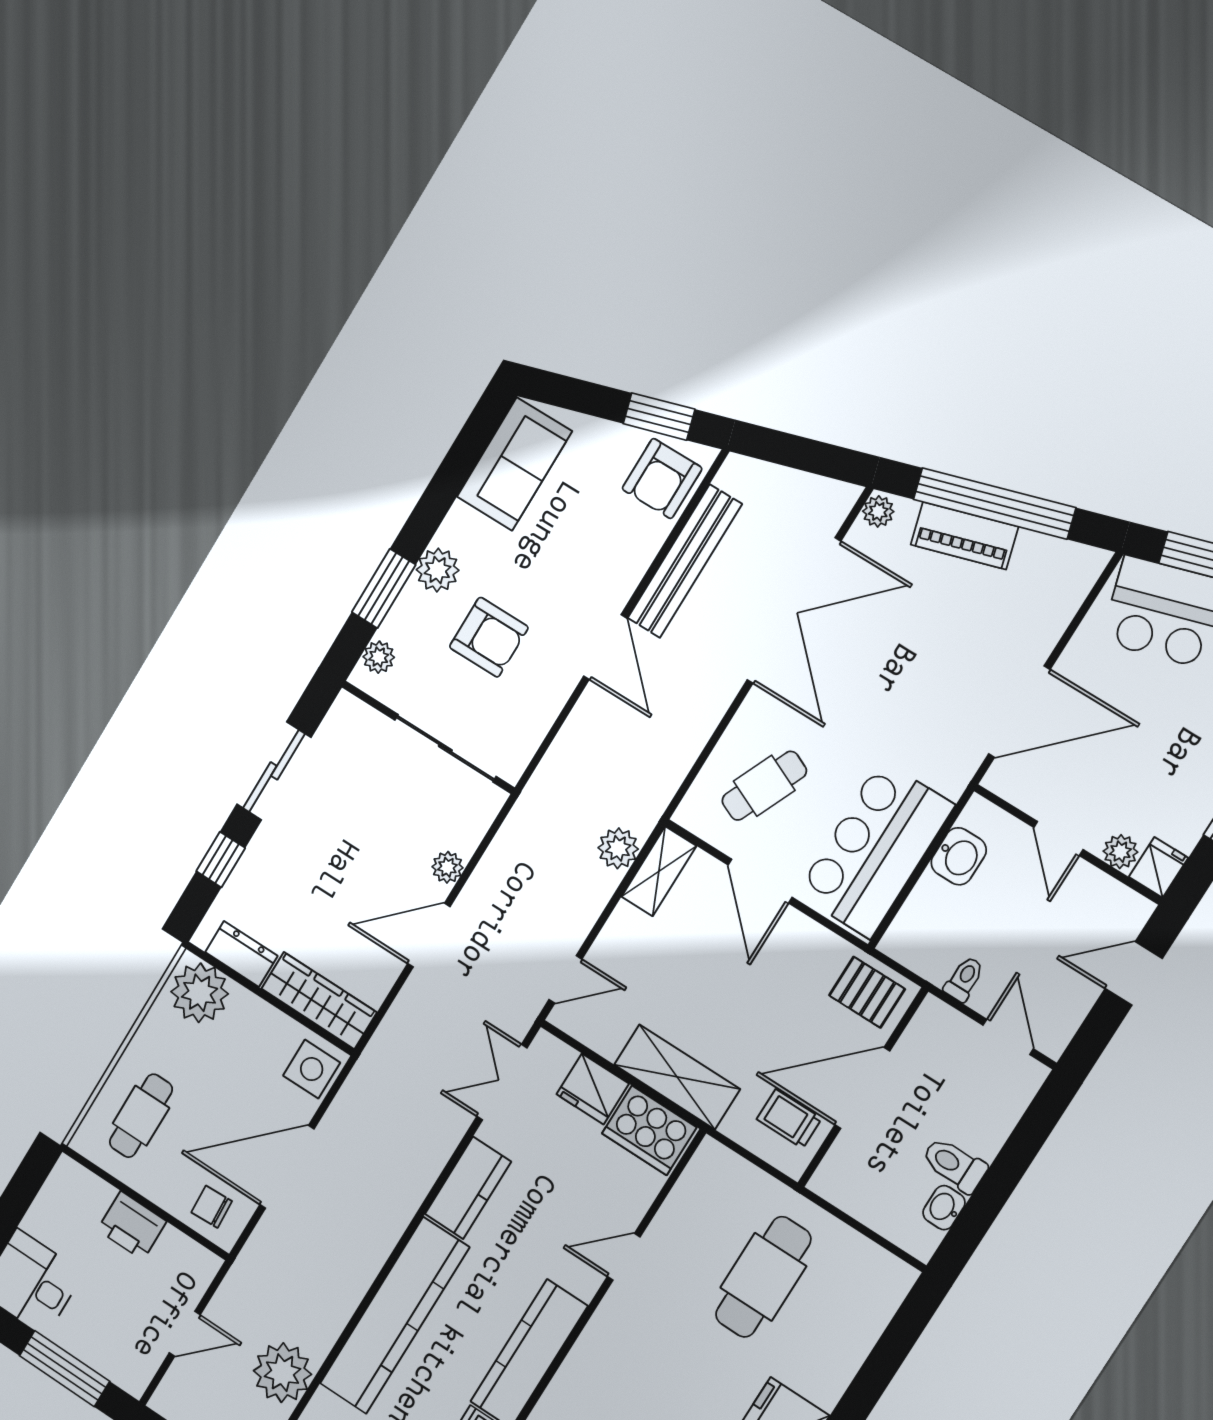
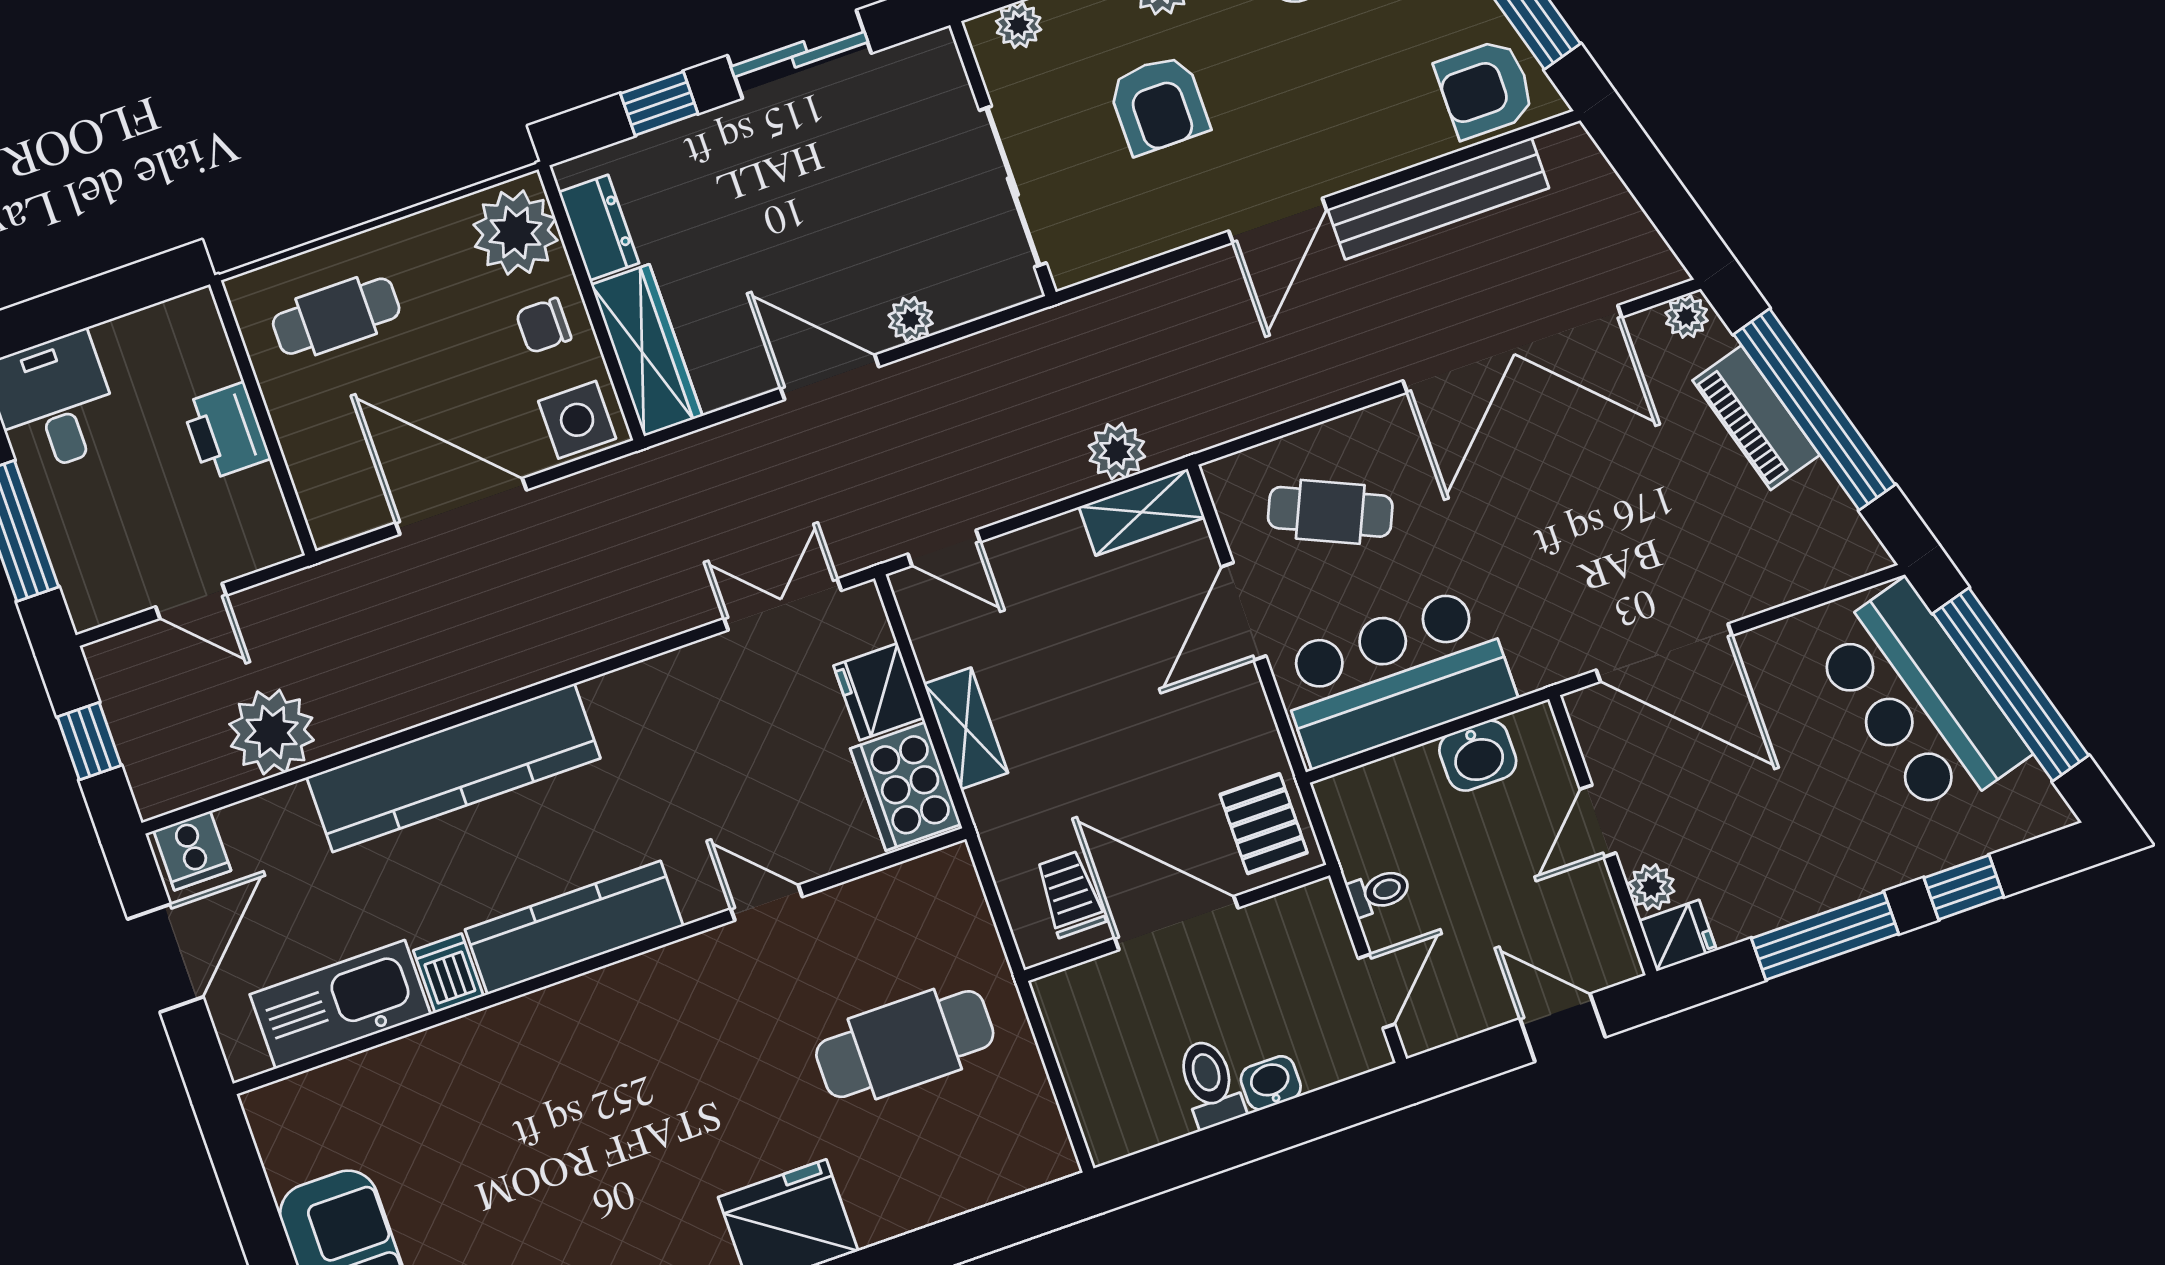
shelving: (677, 1077) -> (966, 728), width x0.67, depth x0.75
kitchen counter: (468, 1188) -> (651, 691), removed
chair: (212, 1207) -> (543, 326), moved, turned -87
washbasin: (944, 1208) -> (1271, 1083), moved

